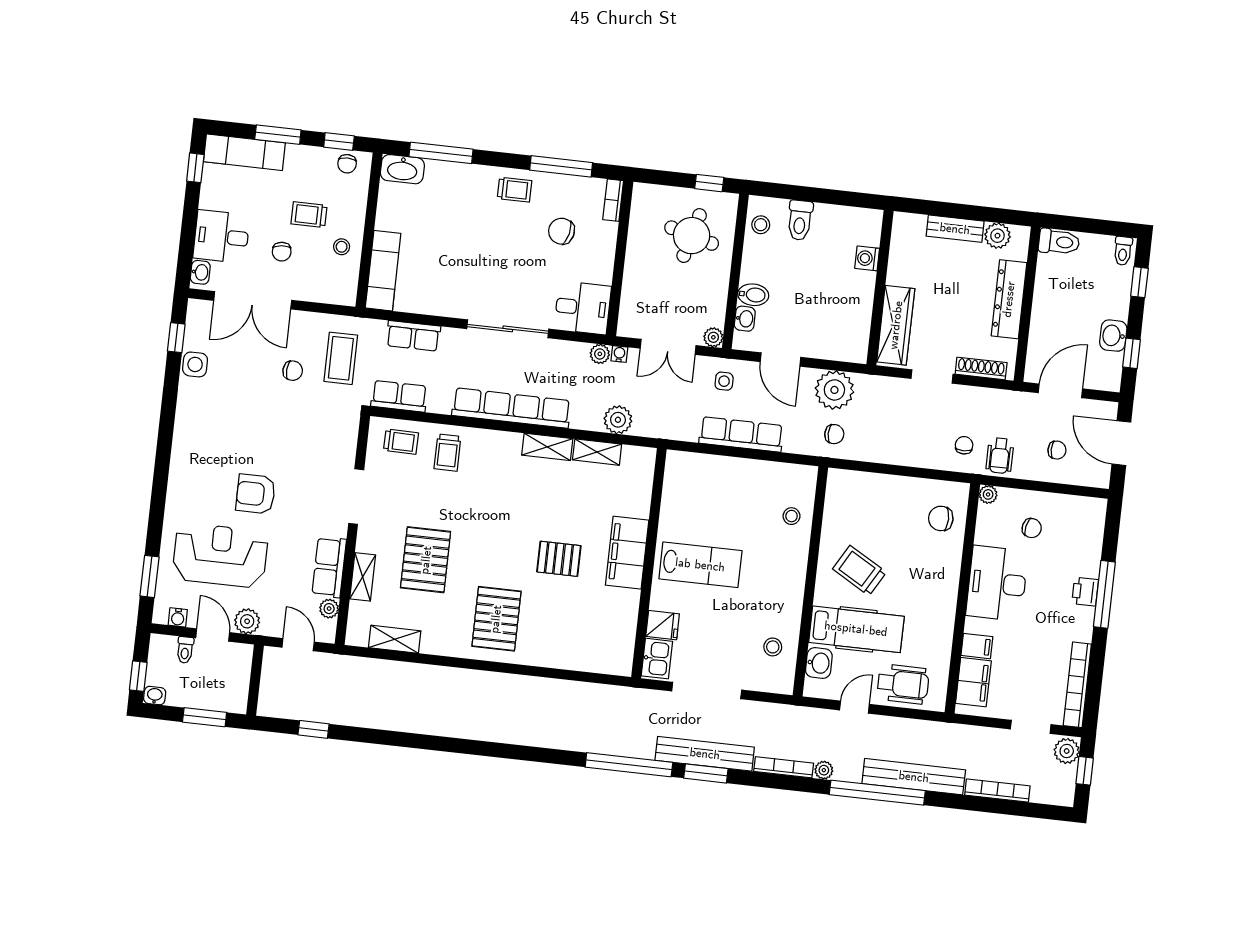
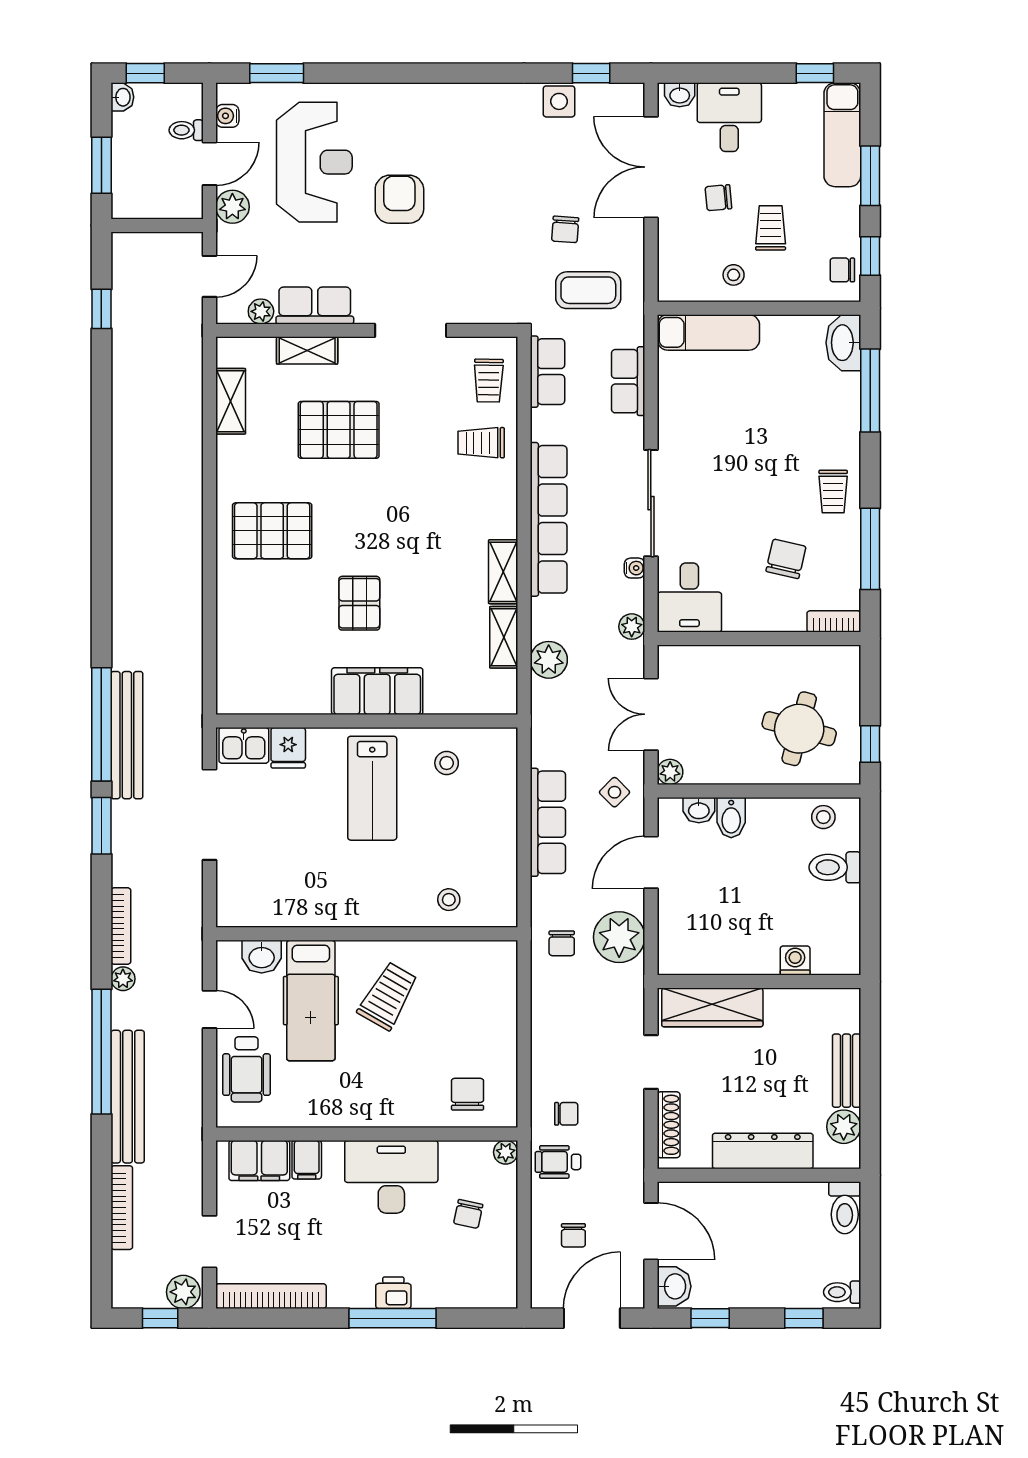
washbasin: (1113, 336) -> (674, 1286), moved, turned 90
water cooler: (619, 354) -> (635, 568), moved
side table: (724, 381) -> (614, 792), turned 45
stool: (773, 647) -> (447, 763), moved
bench: (705, 754) -> (127, 735), moved

